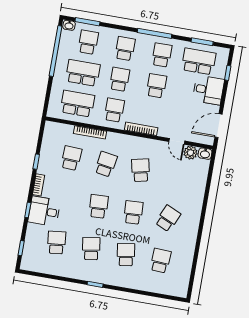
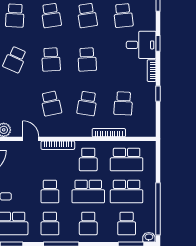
school desk: (120, 79) -> (88, 191), width x1.85
door: (177, 141) -> (31, 139), moved

